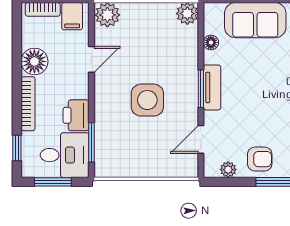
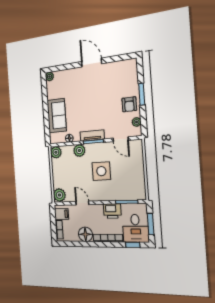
plant: (187, 61) -> (79, 151), added
desk: (65, 155) -> (136, 228), moved, turned 180
armchair: (260, 159) -> (129, 104), turned 180

